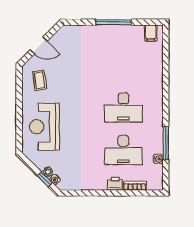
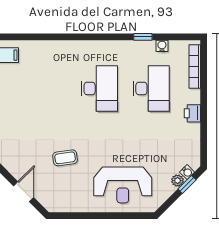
coffee table: (40, 80) -> (65, 158), moved
window: (166, 143) -> (143, 37), width x0.46
printer: (115, 184) -> (192, 113), moved
bookcase: (135, 186) -> (195, 67), width x1.56

